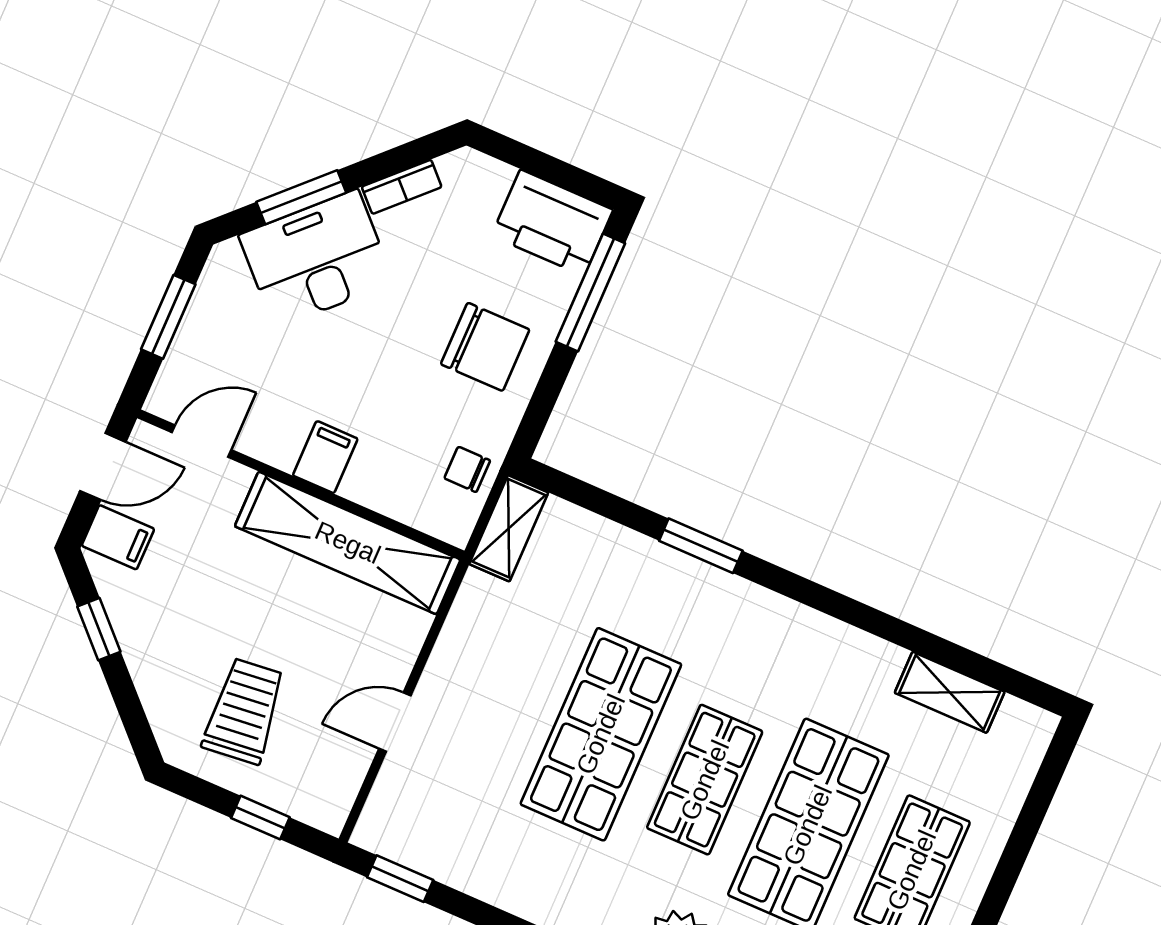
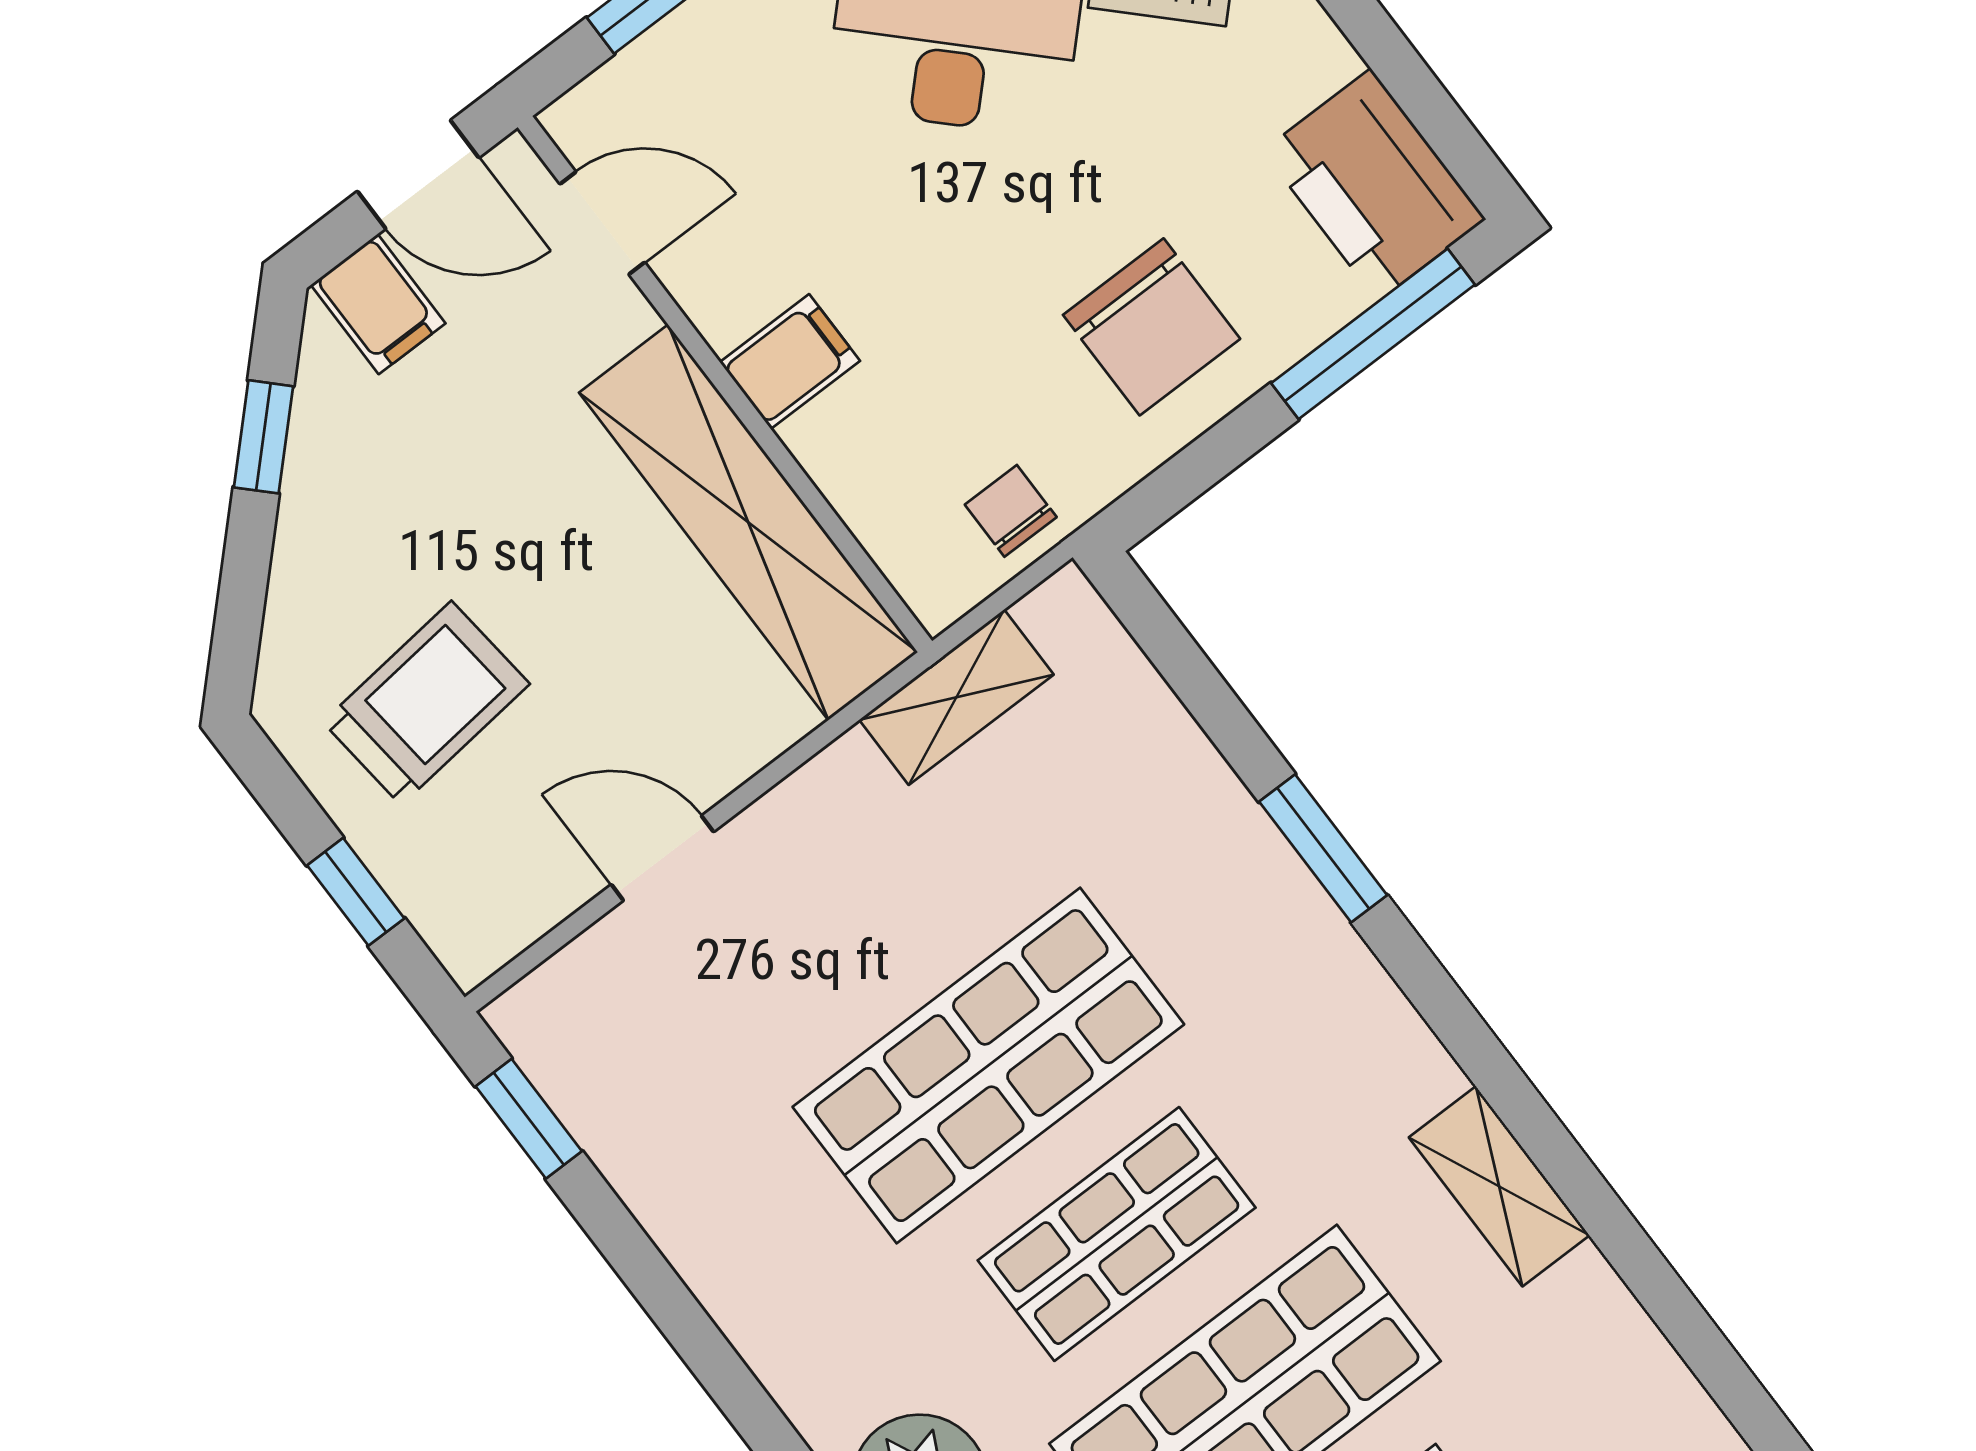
shelving: (509, 528) -> (956, 697), moved
shelving: (950, 692) -> (1499, 1186), moved

